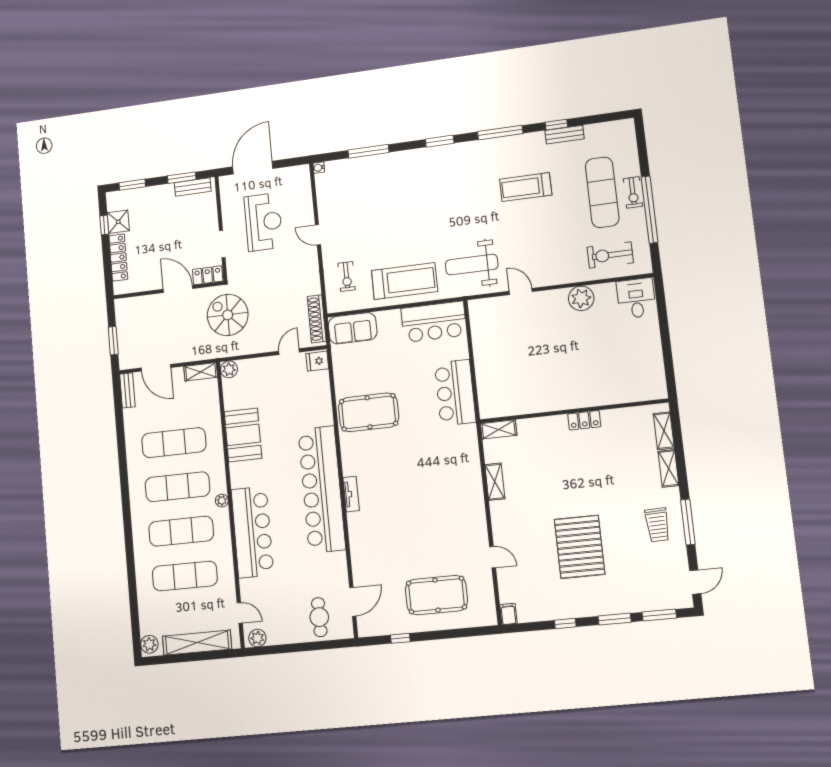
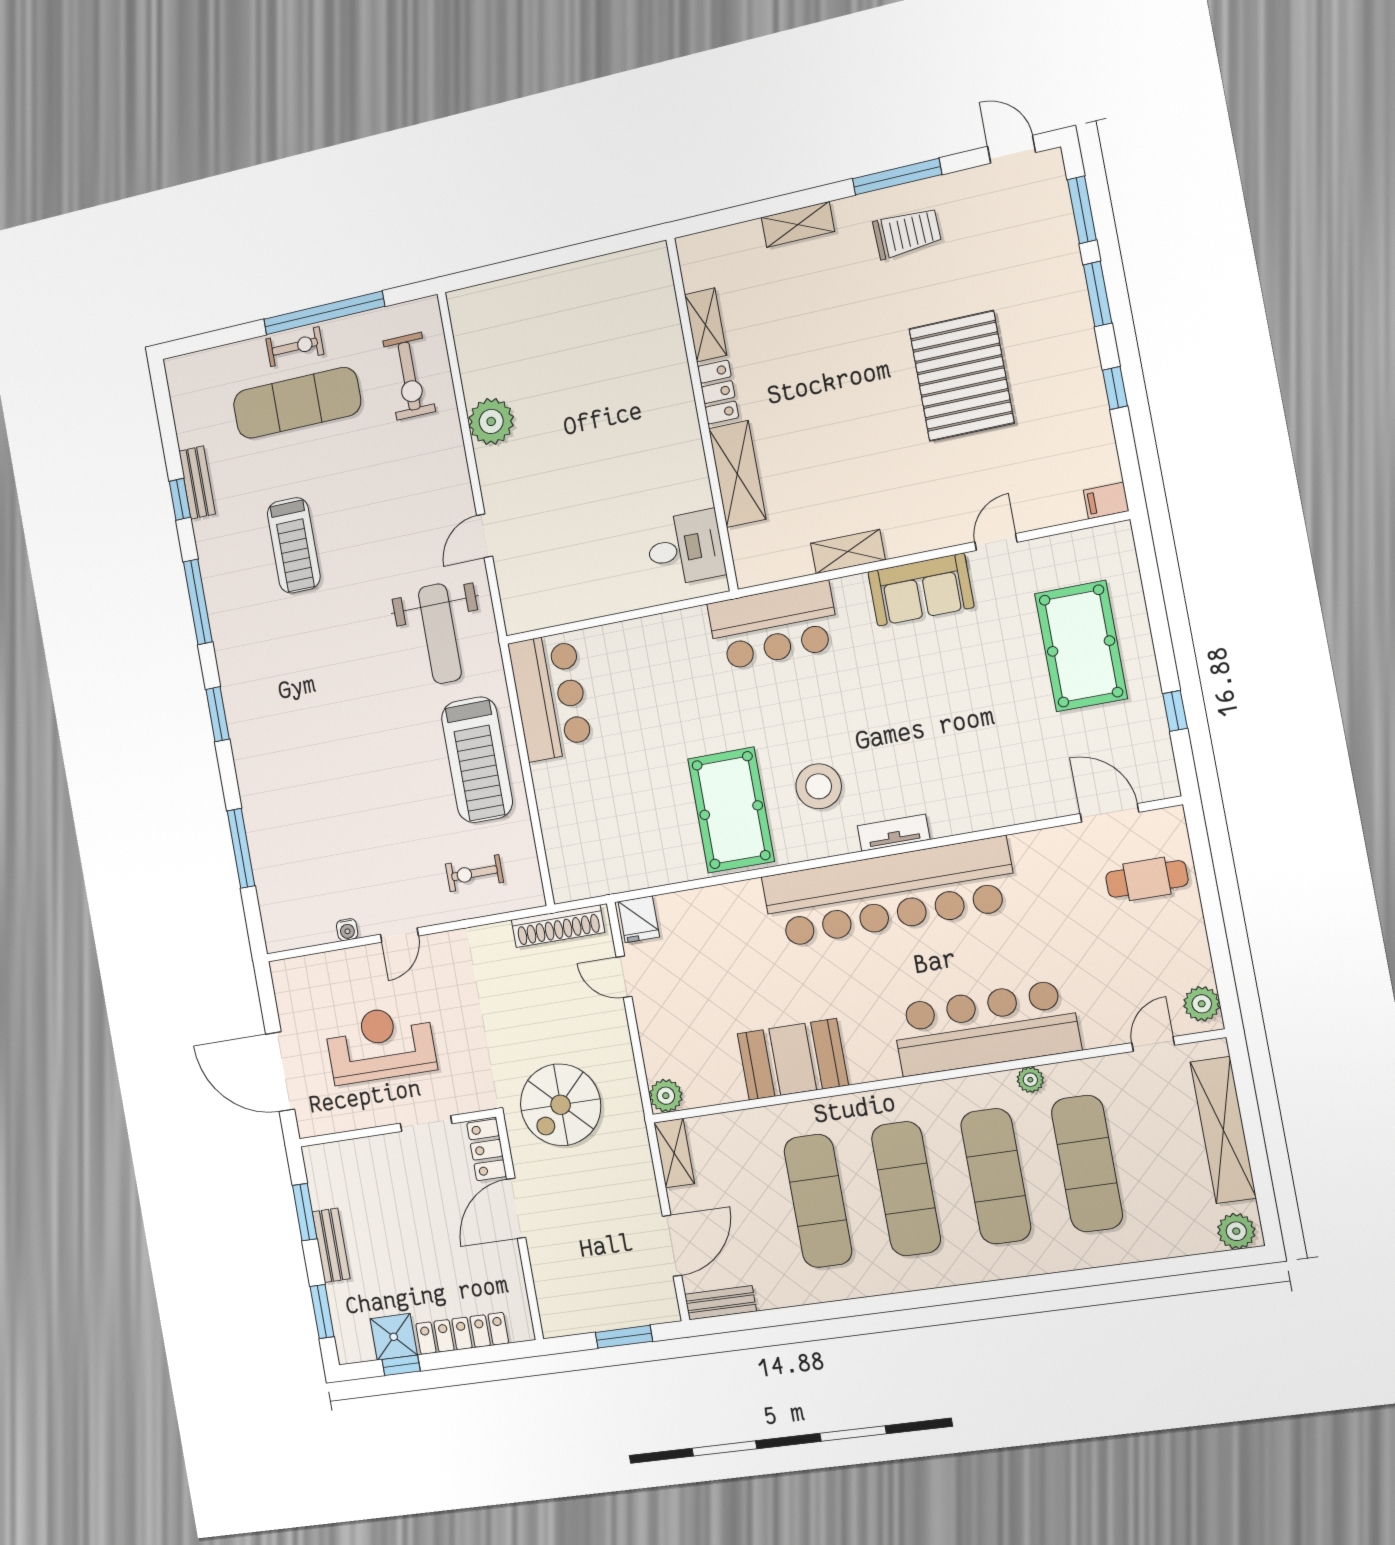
water cooler: (319, 168) -> (347, 930), moved
bench: (193, 187) -> (331, 1245), moved
exercise bike: (347, 276) -> (475, 873), turned 180
treadmill: (405, 281) -> (477, 760), turned 180
desk: (636, 298) -> (685, 548), moved, turned 180
sofa: (353, 328) -> (921, 590), moved, turned 90
bar counter: (455, 393) -> (774, 626), moved
shelving: (499, 429) -> (737, 474), moved, width x1.50, depth x1.33
shelving: (664, 431) -> (706, 325), moved, turned 90
stool: (377, 458) -> (819, 786), added
plant: (222, 501) -> (1030, 1080), moved
pallet: (580, 547) -> (962, 376), turned 90

